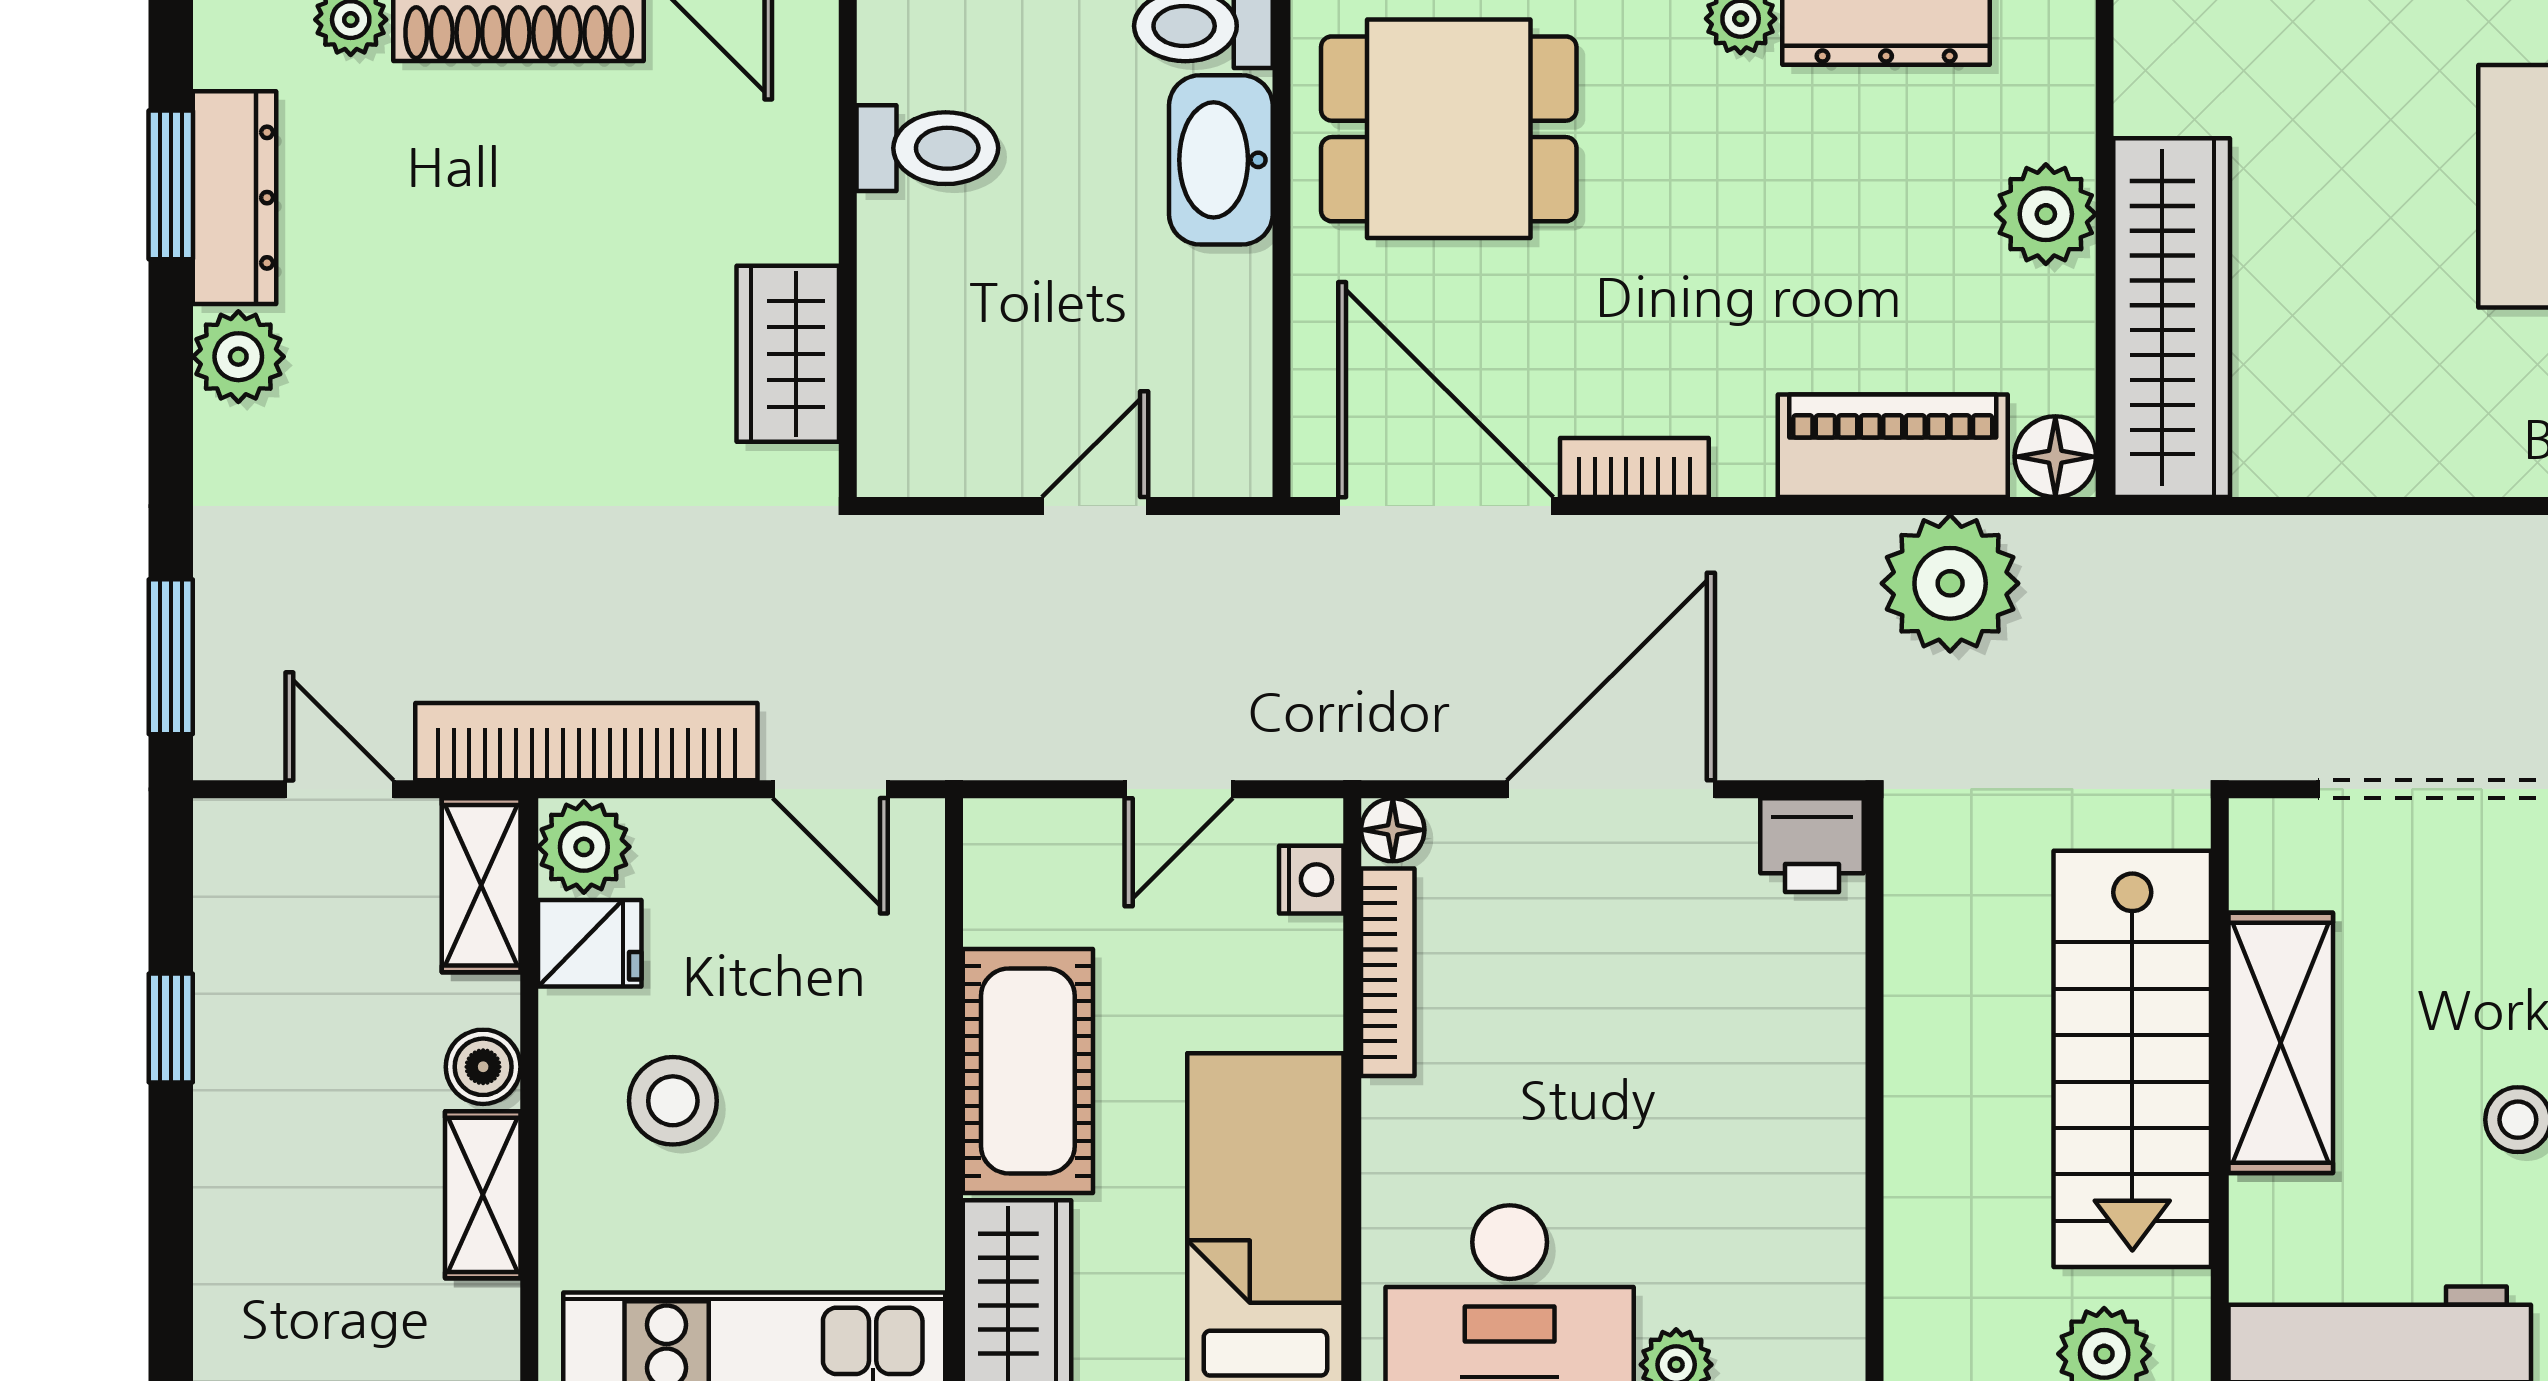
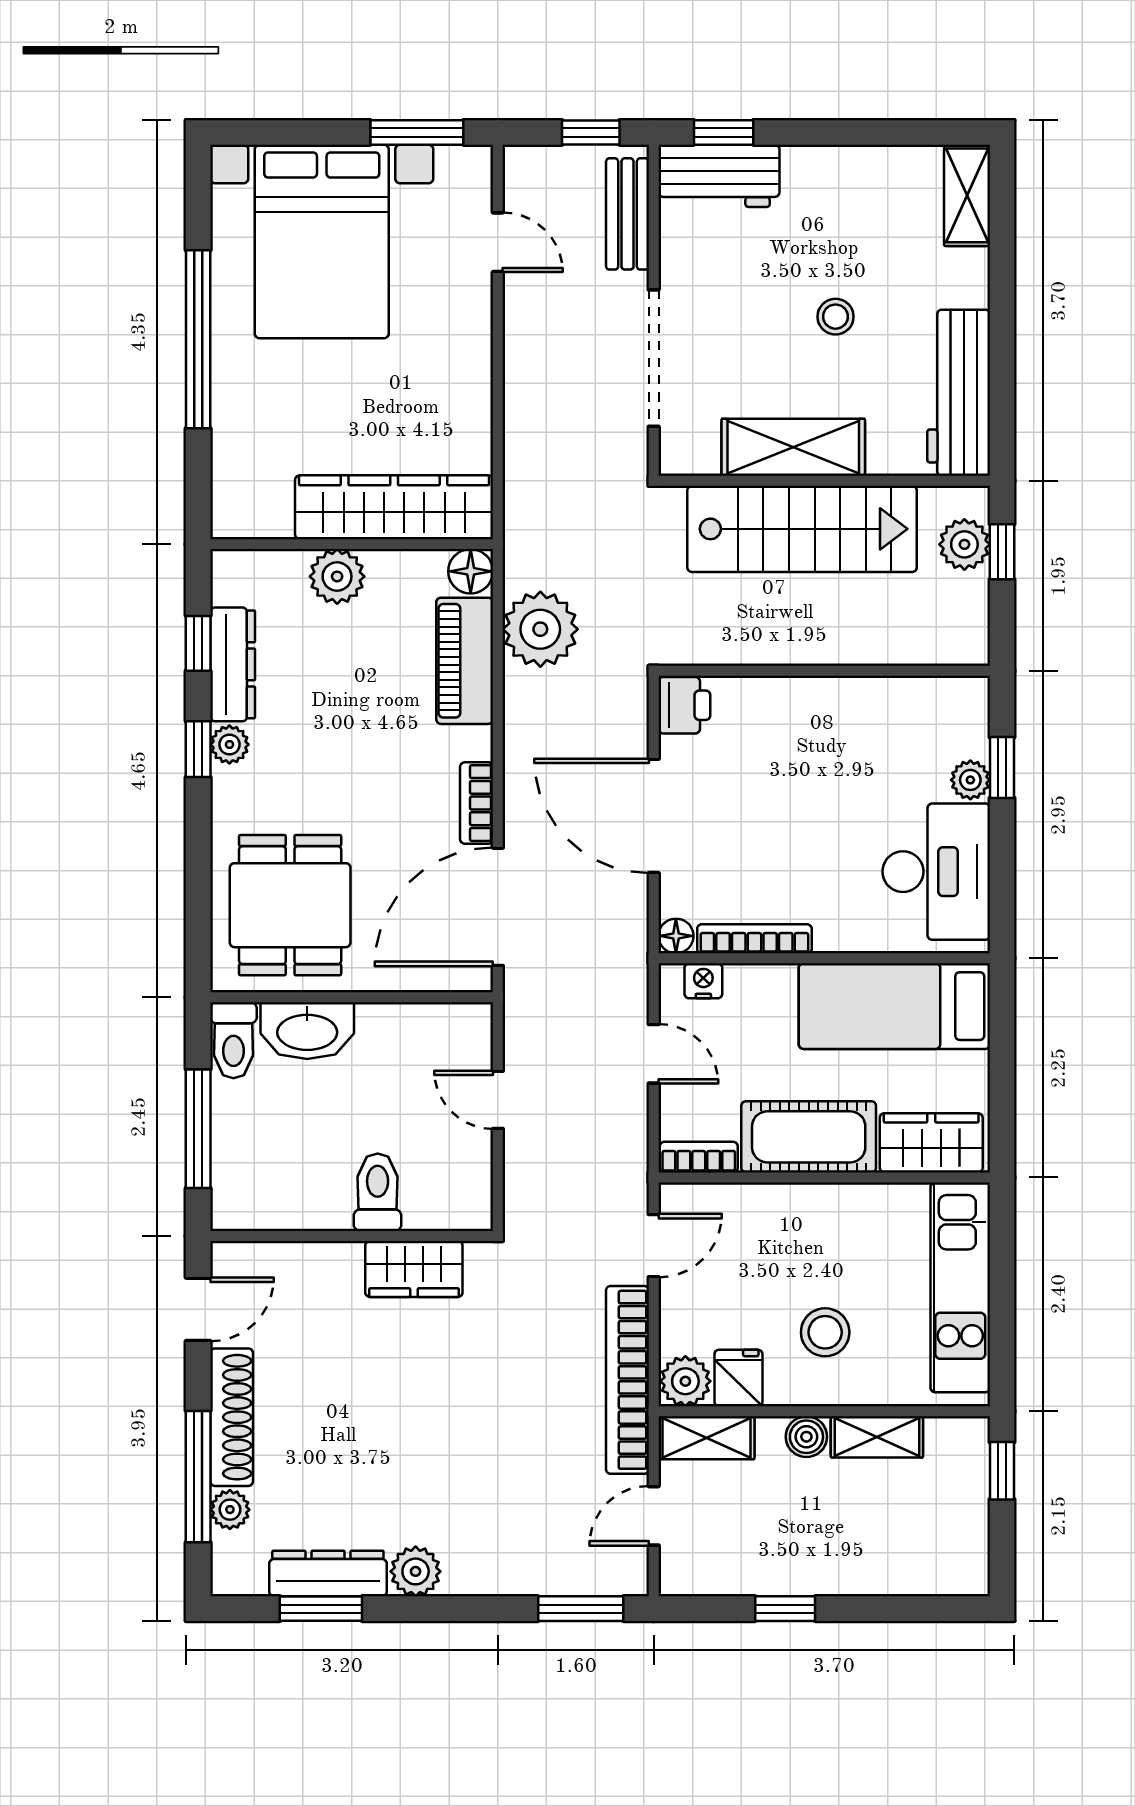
toilet: (927, 148) -> (378, 1192), moved
bookcase: (991, 871) -> (699, 1157), added

